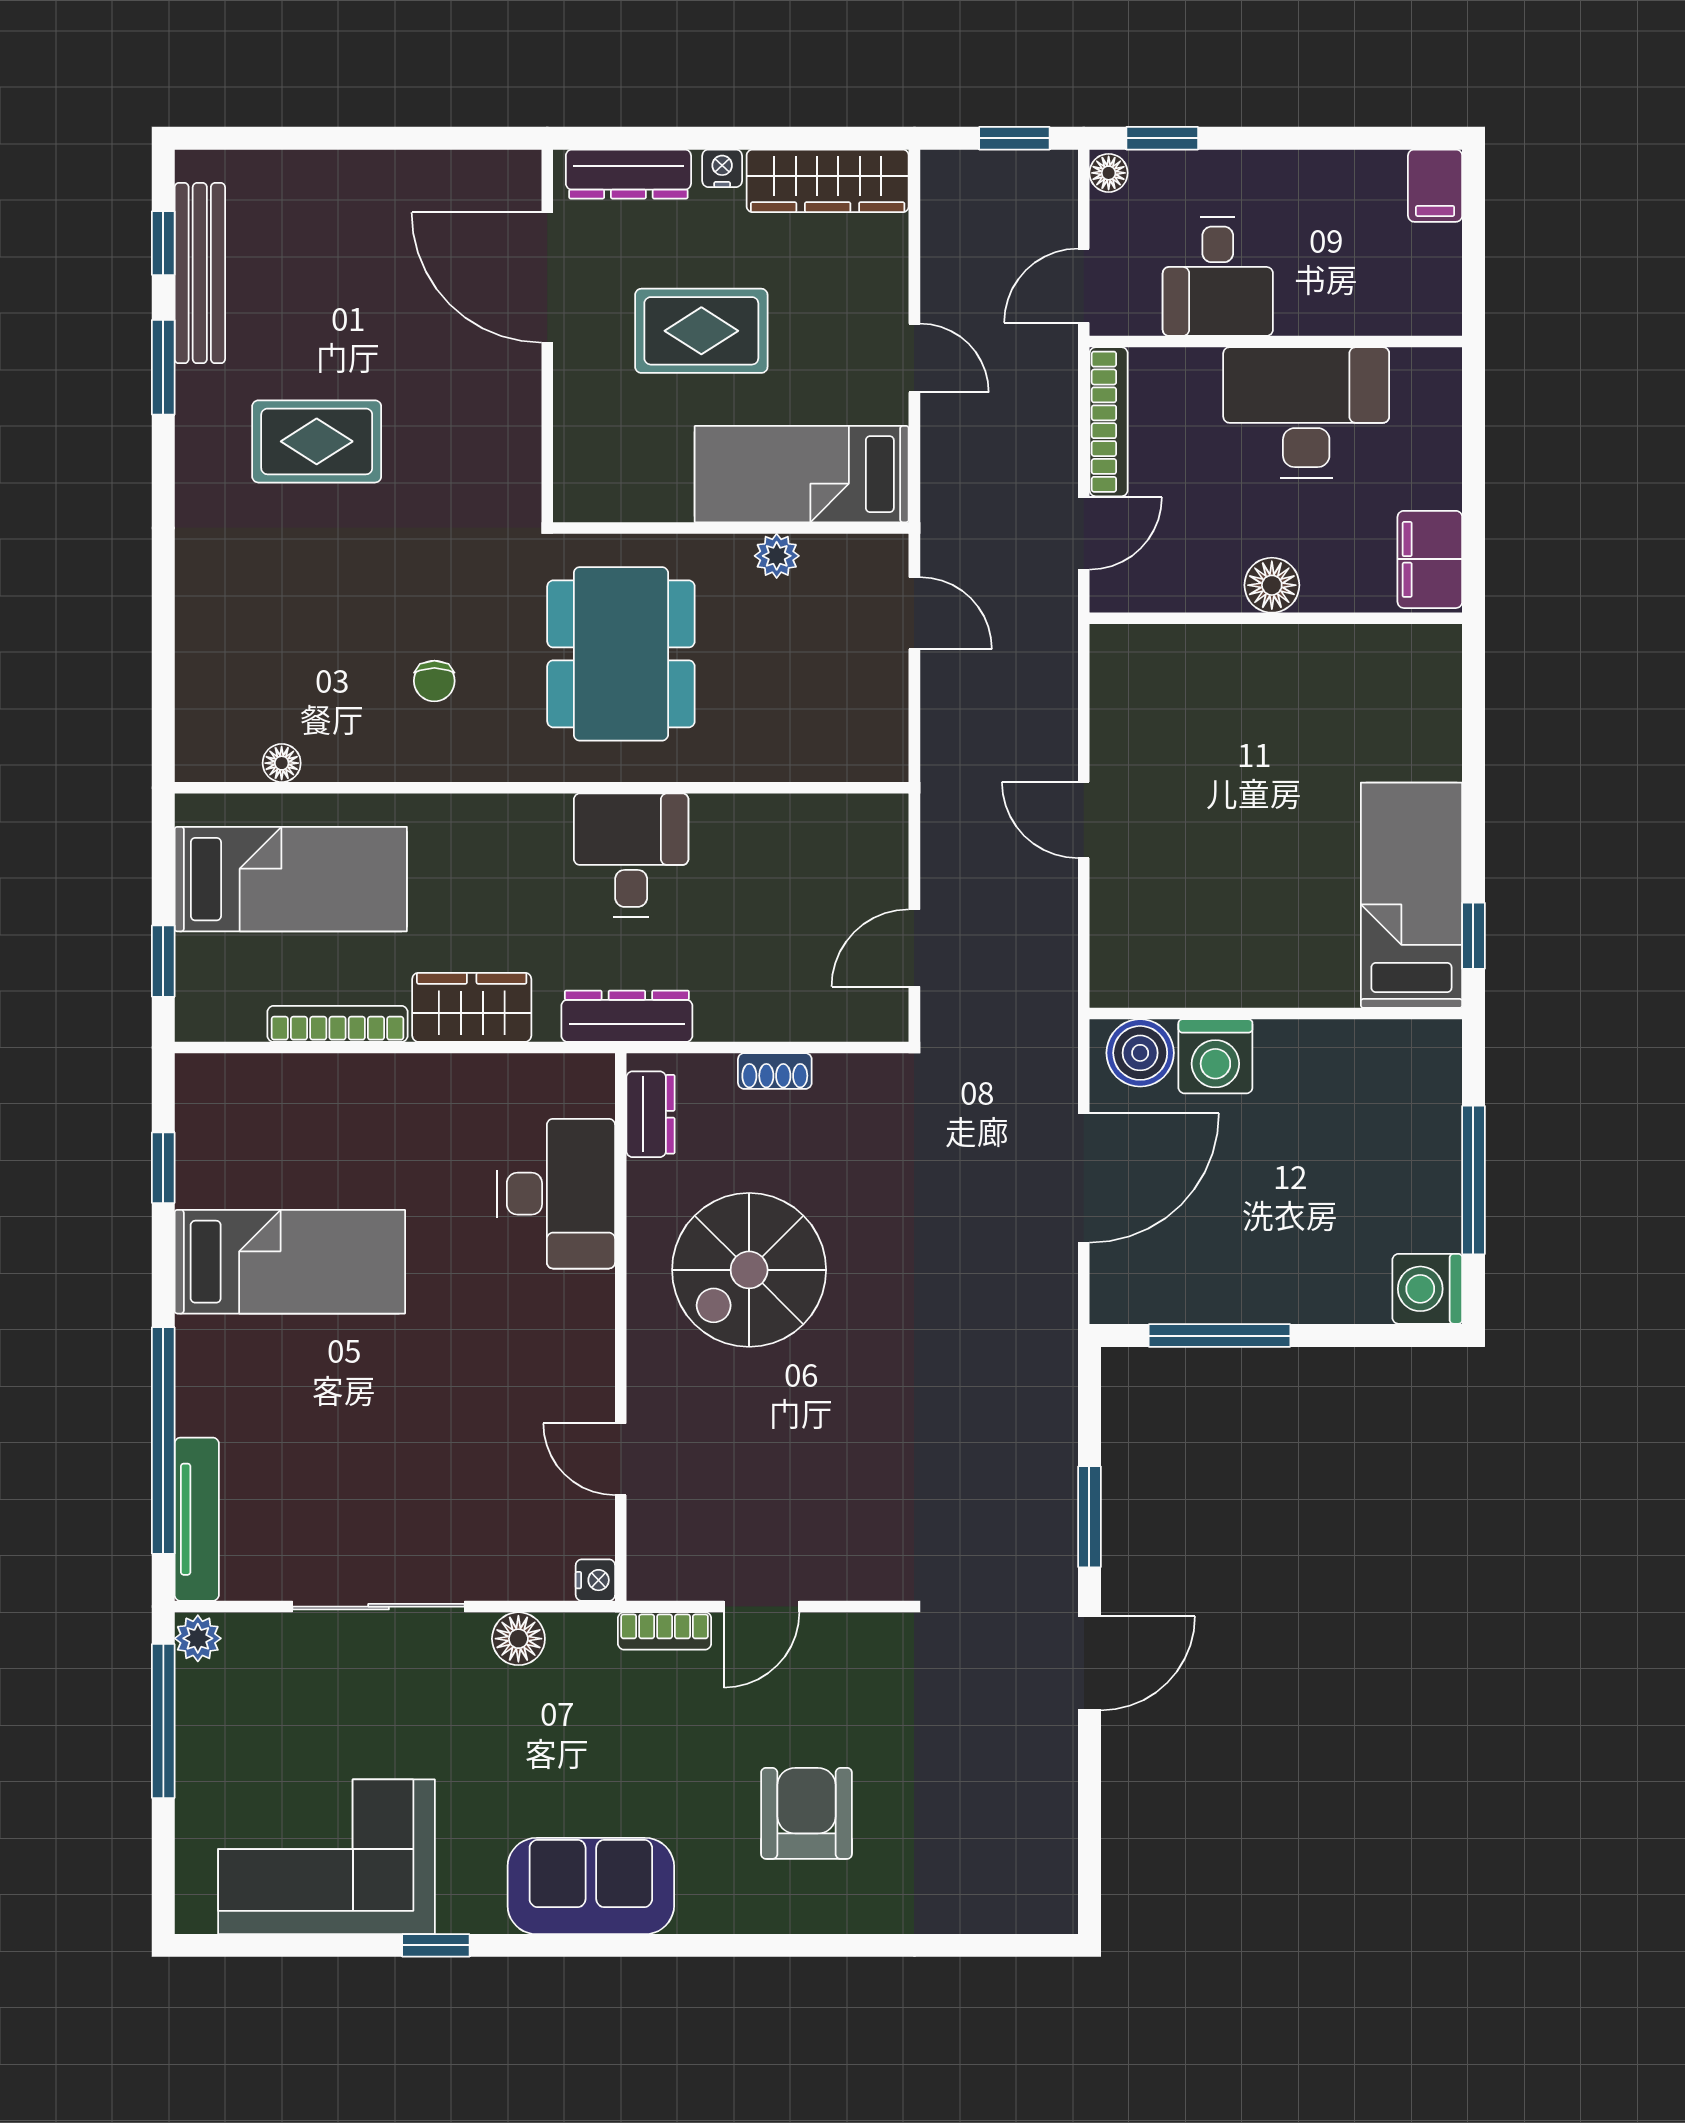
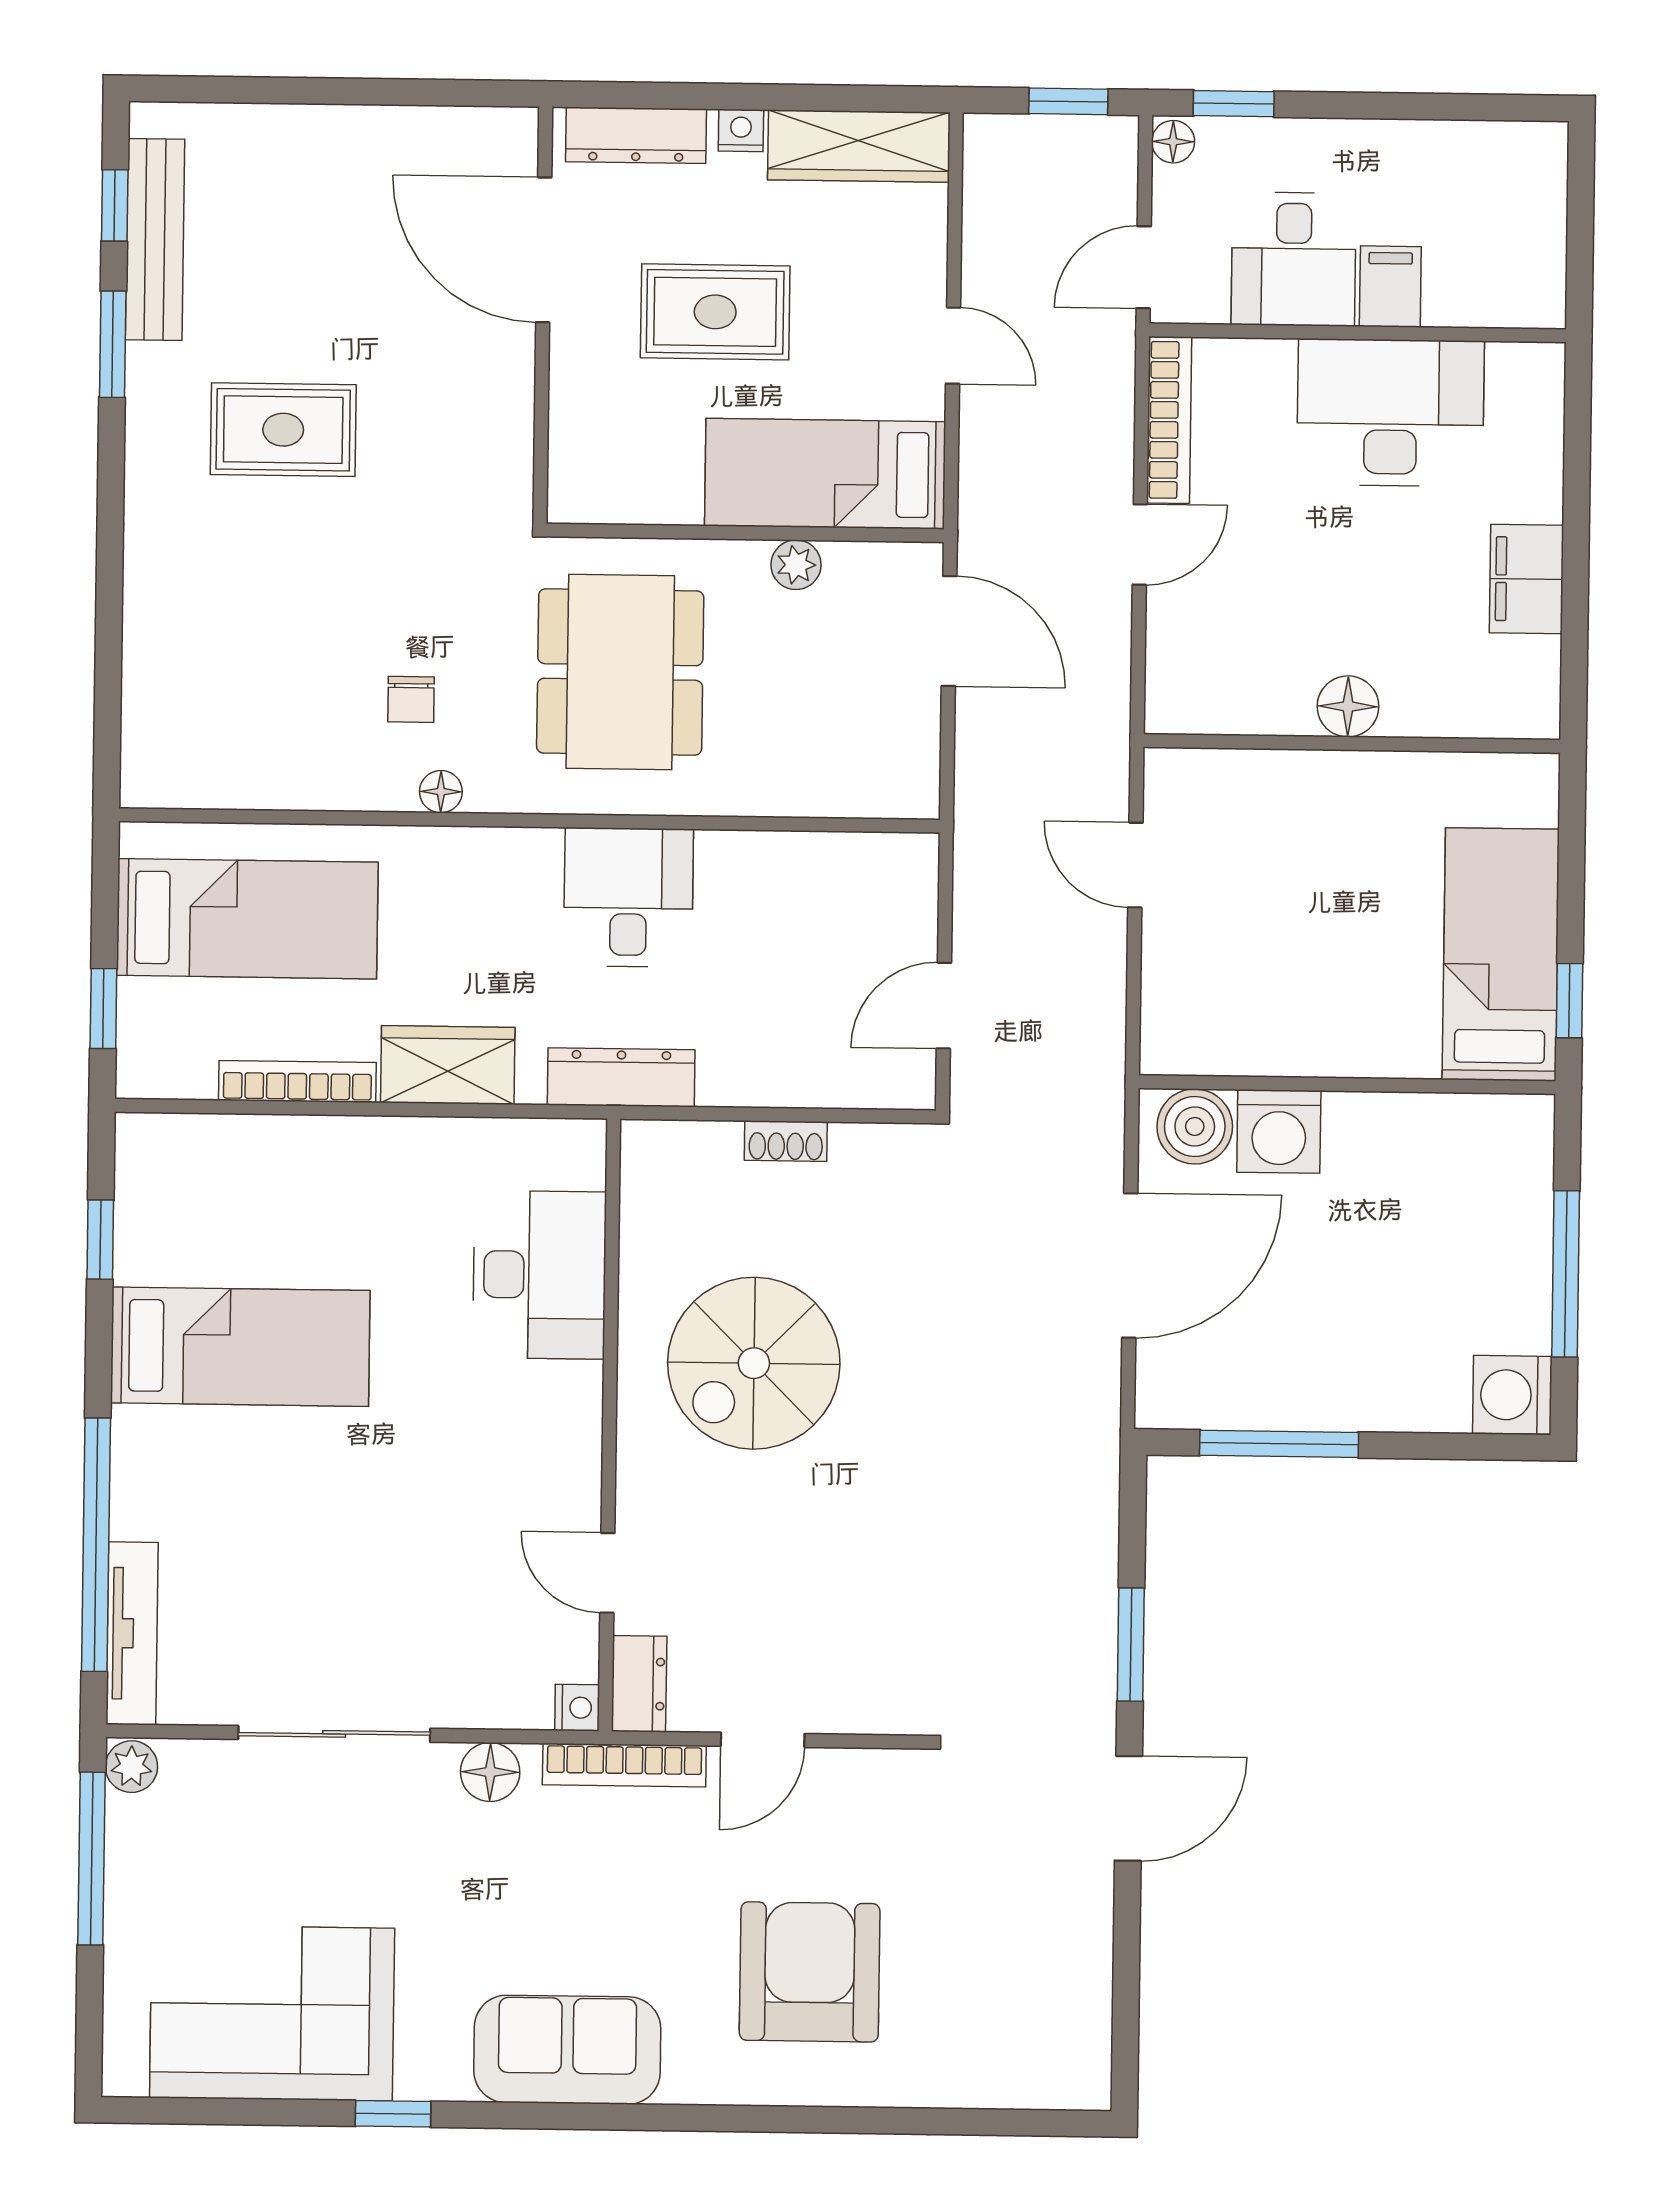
filing cabinet: (1435, 186) -> (1390, 287), moved, turned 180
floor lamp: (1272, 585) -> (1348, 706), moved
door: (914, 613) -> (949, 631), width x1.38
wall: (1276, 618) -> (1352, 743), moved
floor lamp: (282, 763) -> (441, 792), moved
dresser: (650, 1114) -> (639, 1684), moved
bookcase: (665, 1631) -> (624, 1765), width x1.56
armchair: (806, 1813) -> (810, 1972), width x1.36, depth x1.36

